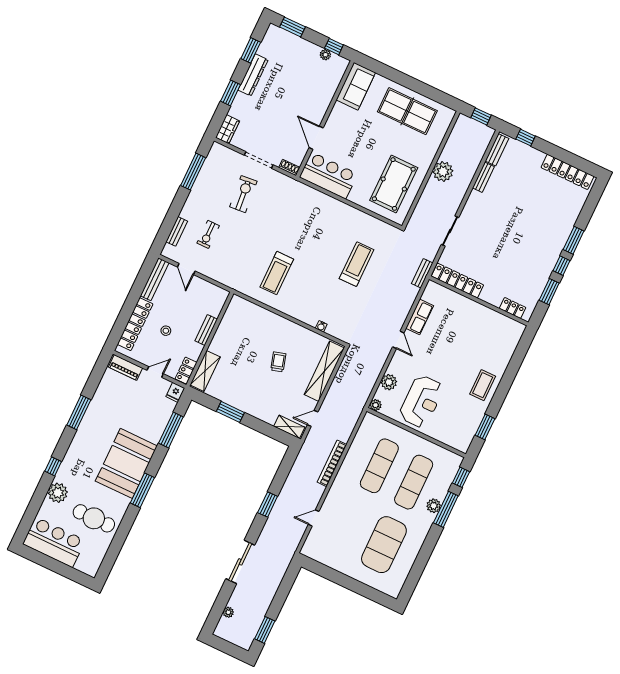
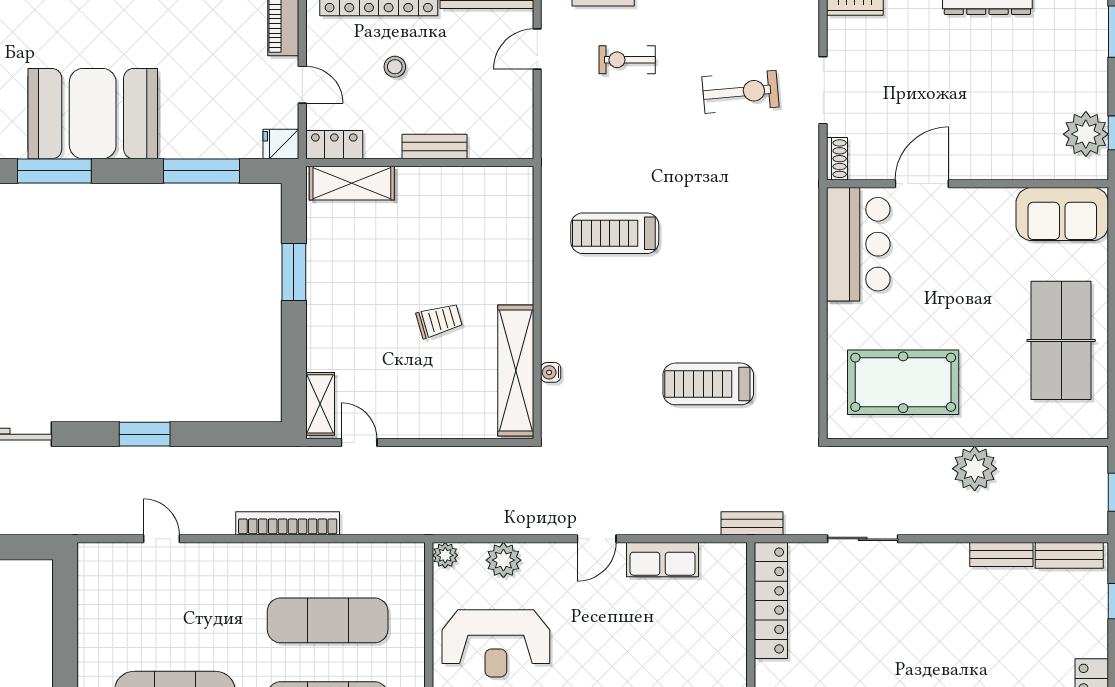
plant: (325, 55) -> (1086, 134), width x1.87, depth x1.87
treadmill: (357, 264) -> (708, 384), turned 180
shelving: (324, 371) -> (516, 371), moved, turned 90

